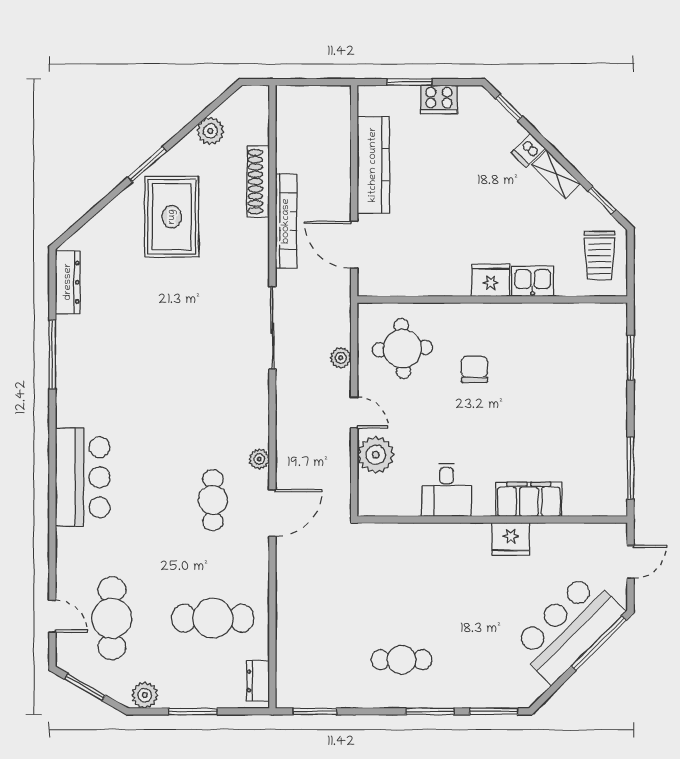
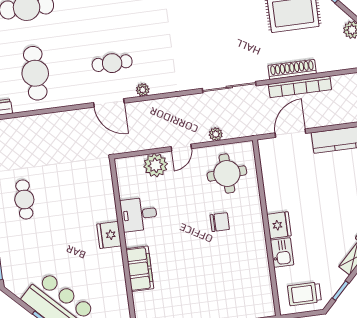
shoe rack: (258, 182) -> (292, 69), moved
fridge: (511, 539) -> (109, 235), moved

